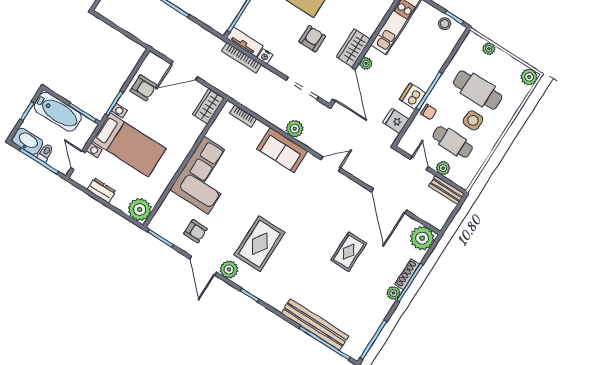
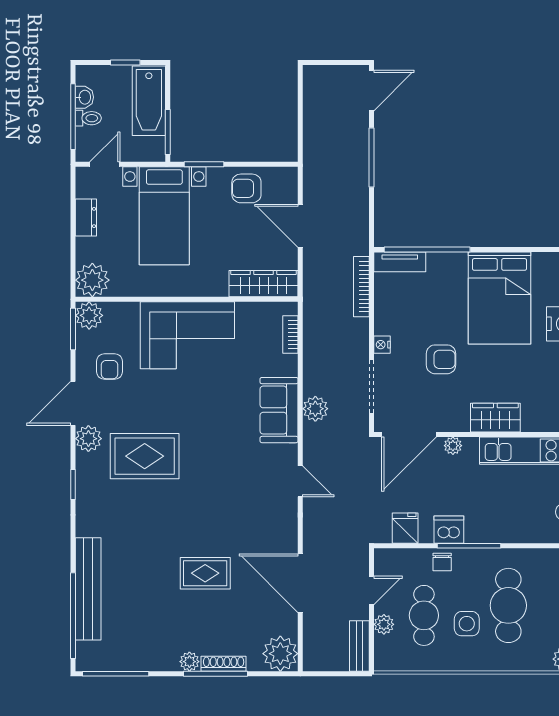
tv unit: (245, 42) -> (400, 262), moved, turned 90
wardrobe: (353, 48) -> (495, 418), moved
nightstand: (265, 56) -> (382, 345), moved
armchair: (143, 88) -> (246, 188), turned 90
wardrobe: (208, 106) -> (264, 284), width x1.50
washbasin: (28, 141) -> (84, 97), width x0.52, depth x0.69
door: (389, 201) -> (300, 583), hinge flipped
plant: (159, 224) -> (89, 315), added

